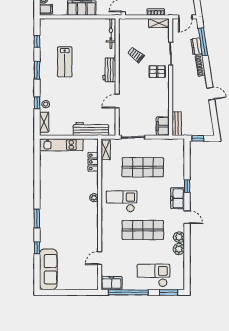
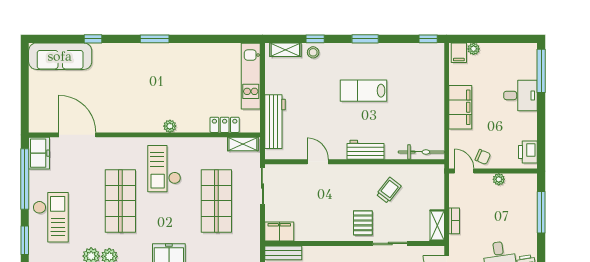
window: (37, 41) -> (428, 39), moved
lab bench: (65, 62) -> (363, 91), moved
checkout: (122, 201) -> (164, 169), turned 180
window: (37, 218) -> (155, 39), moved
door: (100, 258) -> (77, 135), width x1.88

